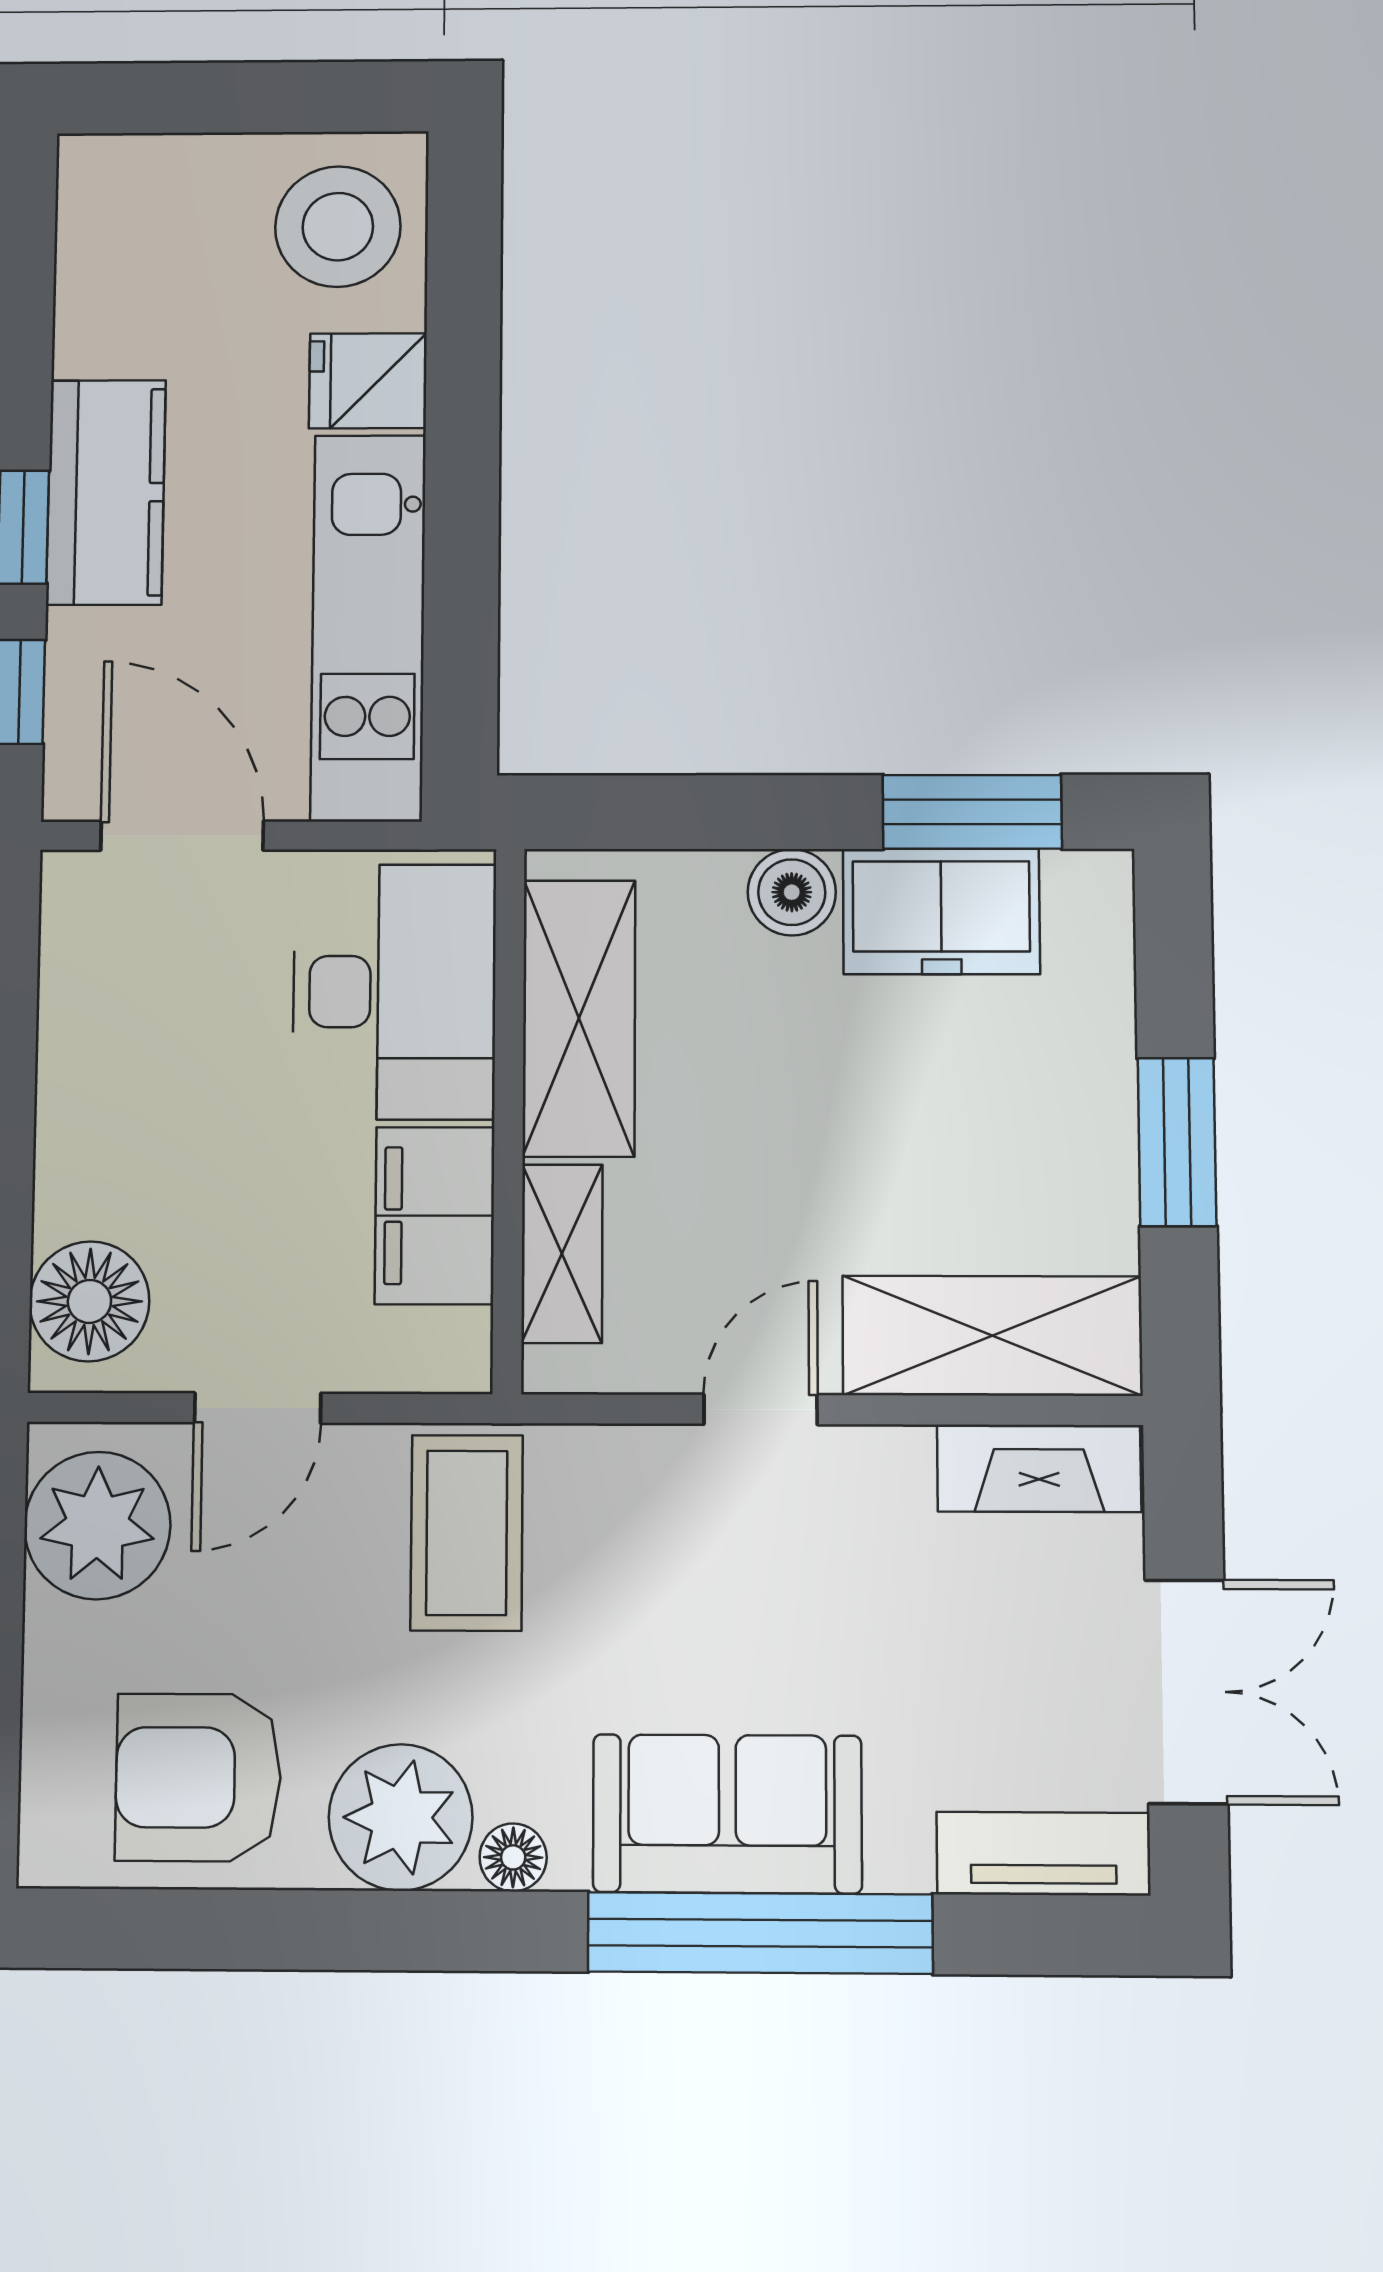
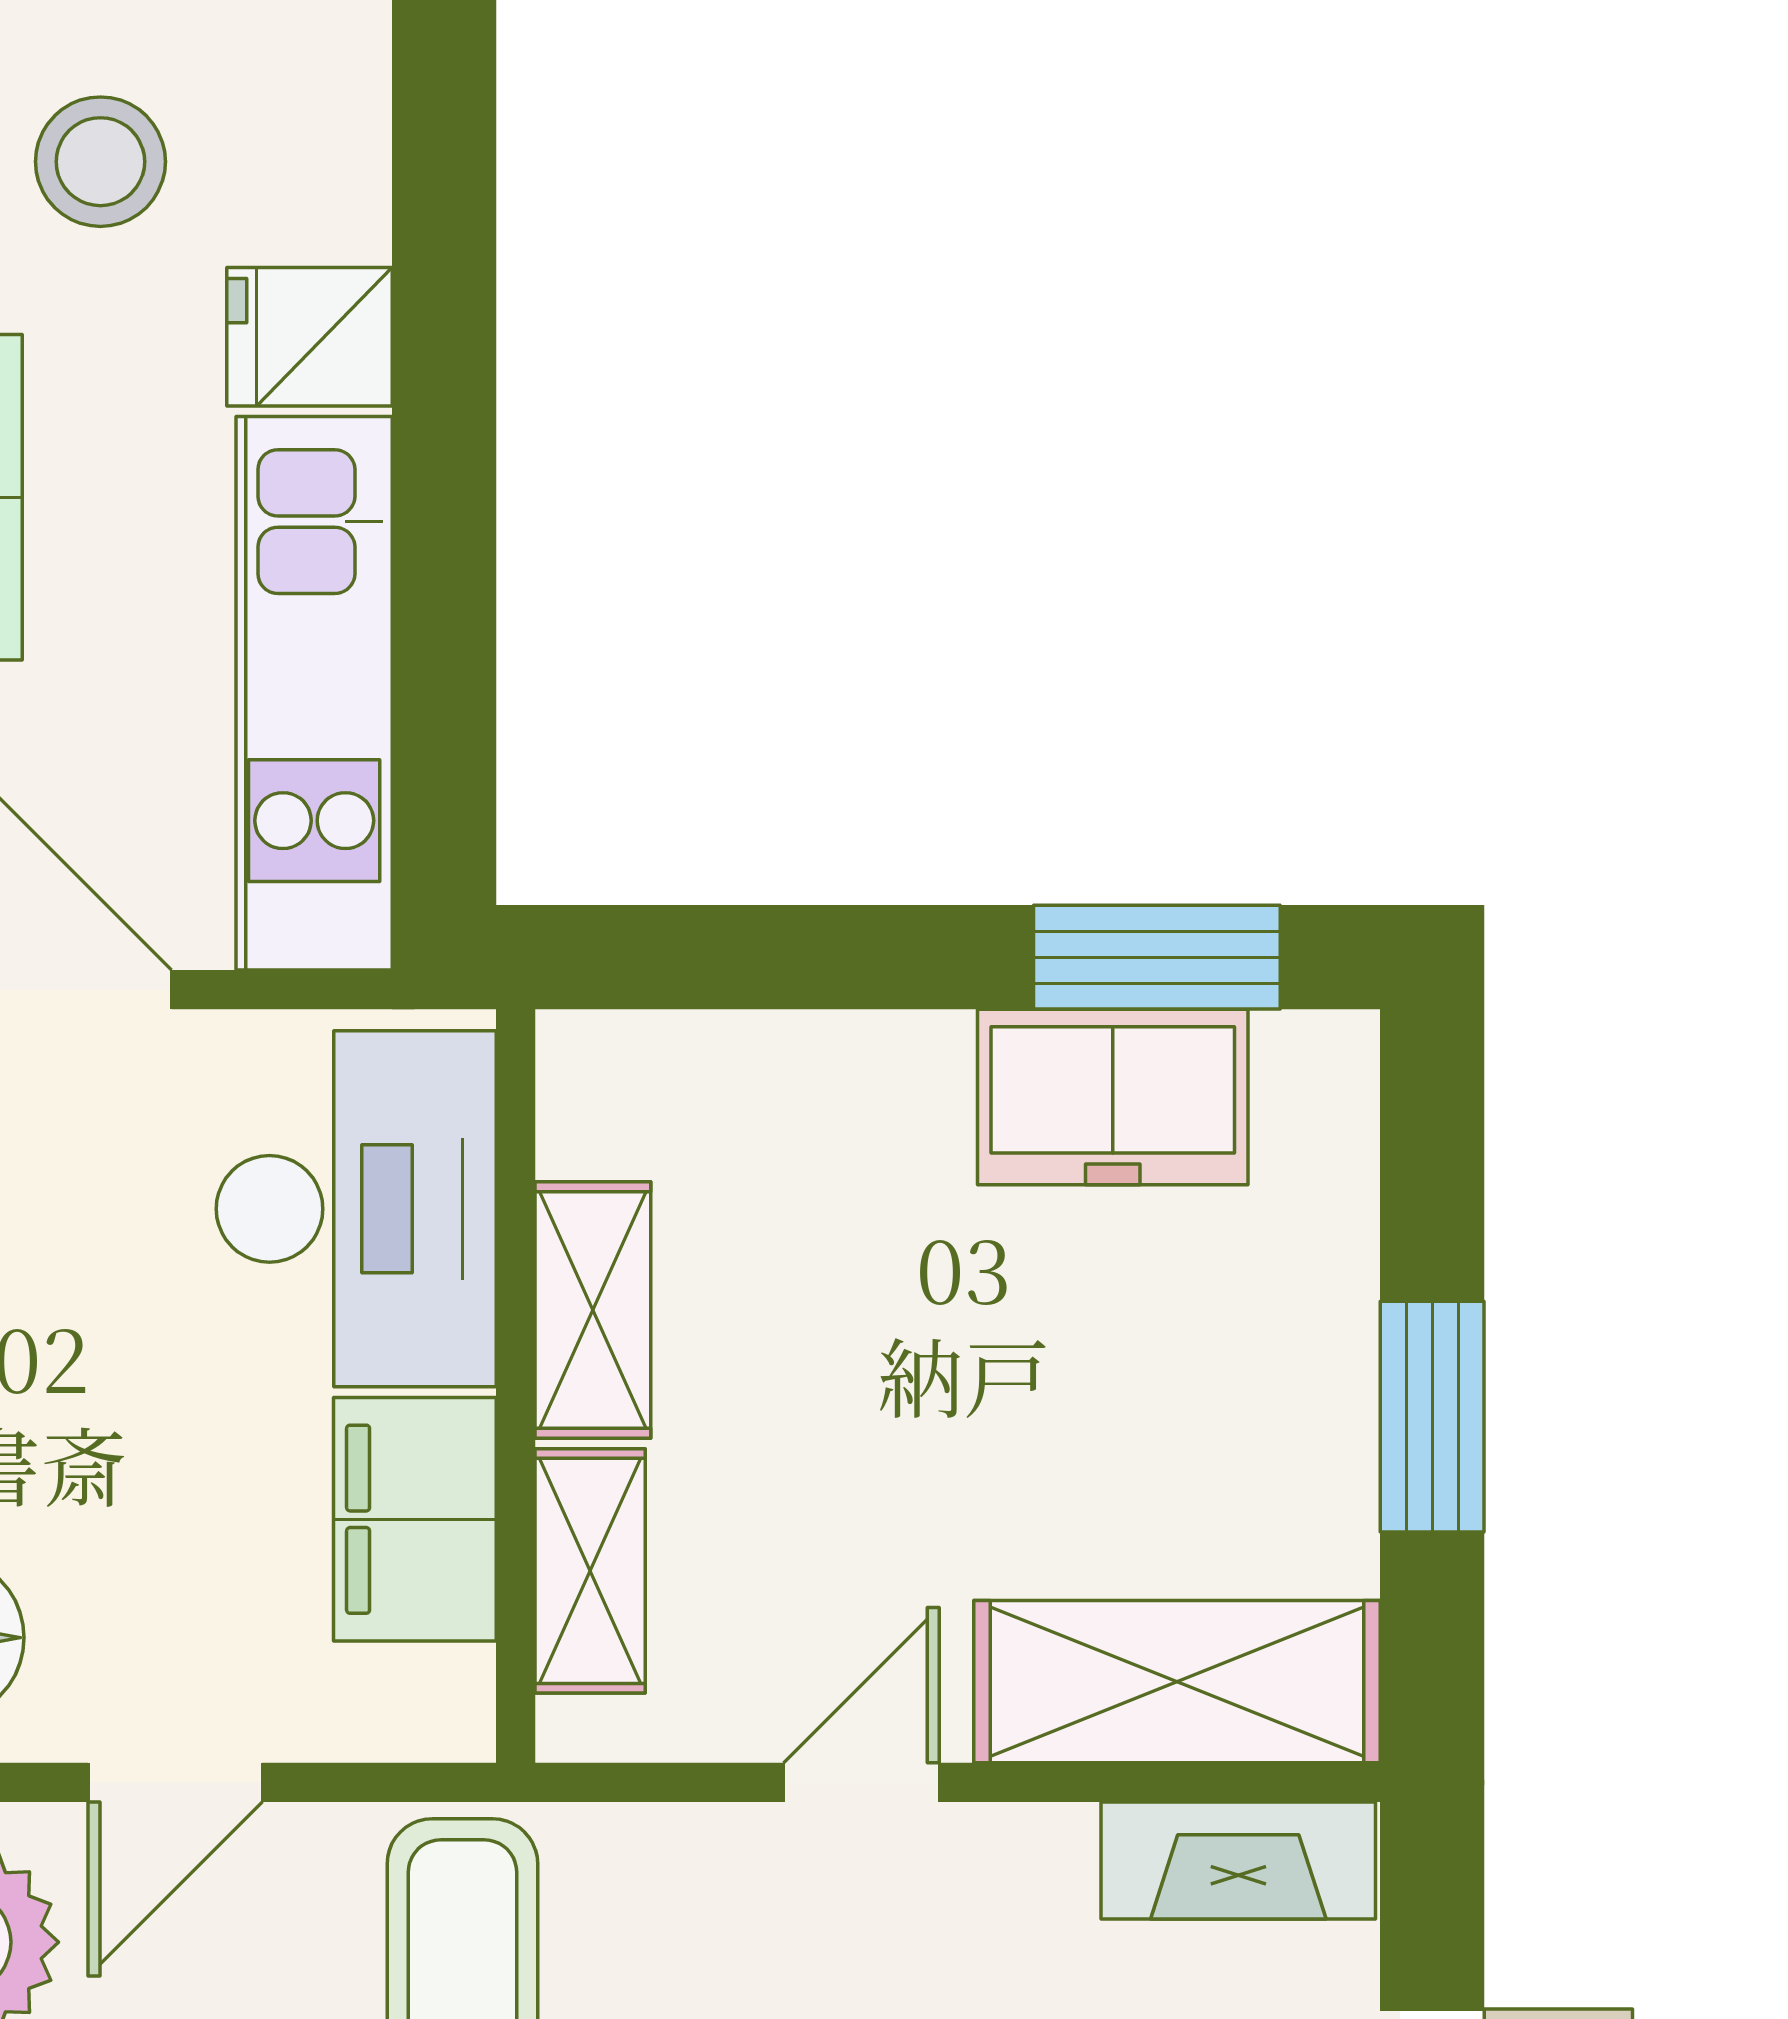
stool: (338, 227) -> (100, 162), moved, width x0.73, depth x0.73
boiler: (792, 892) -> (906, 1070), removed
shelving: (579, 1018) -> (593, 1310), width x0.67, depth x0.75

